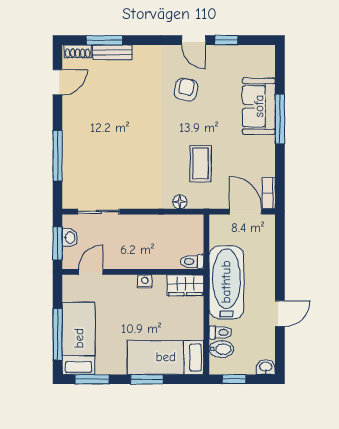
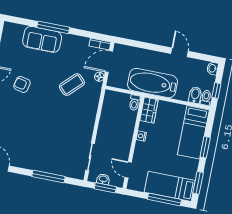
coffee table: (201, 164) -> (72, 85), turned -45
floor lamp: (180, 202) -> (99, 77), moved
toilet: (220, 332) -> (206, 98), moved

